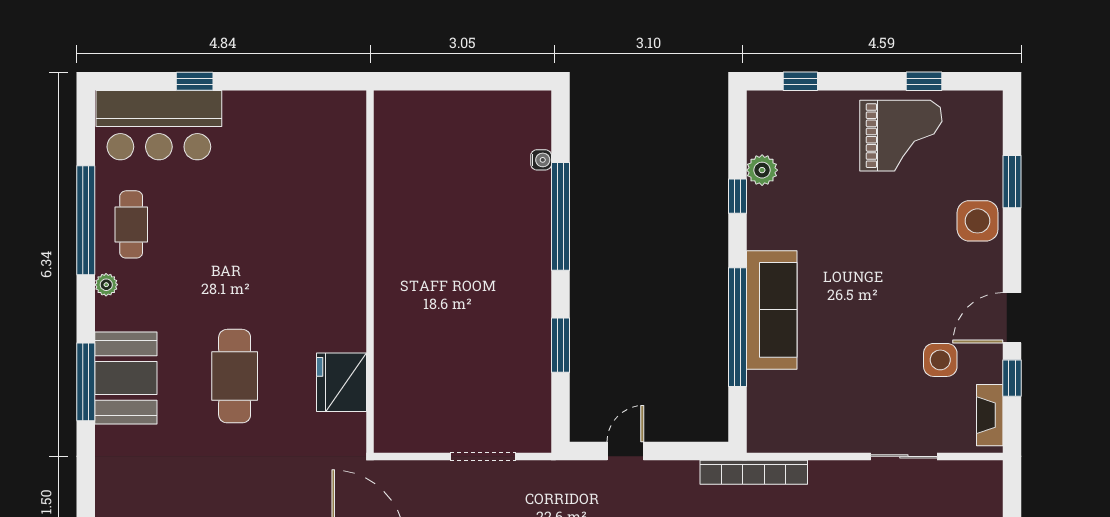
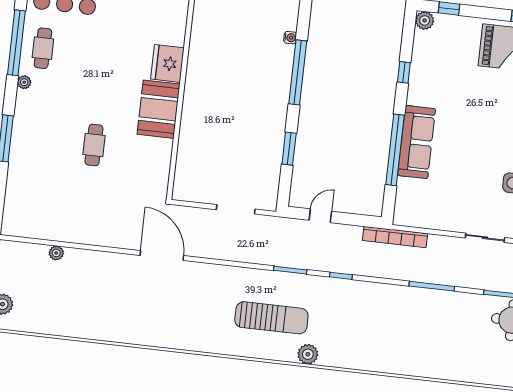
plant: (762, 170) -> (425, 20), moved
cafe table: (235, 376) -> (94, 145), width x0.73, depth x0.74
booth: (126, 378) -> (159, 109), moved
fridge: (342, 382) -> (167, 63), moved

